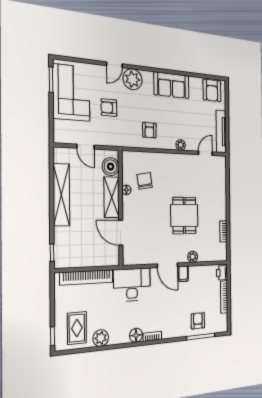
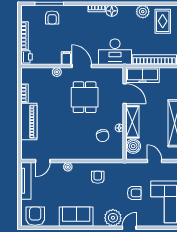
piano: (219, 199) -> (29, 122), added
dining table: (184, 215) -> (85, 97), moved
freezer: (100, 257) -> (143, 75), added

